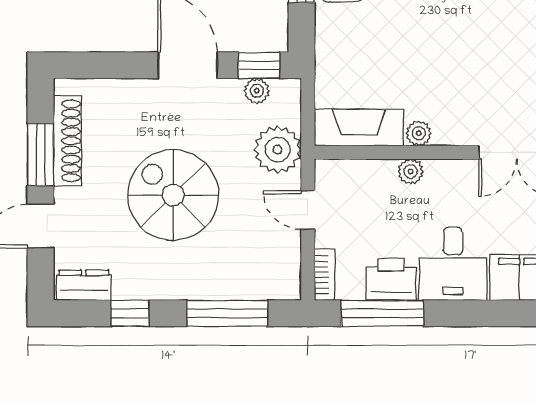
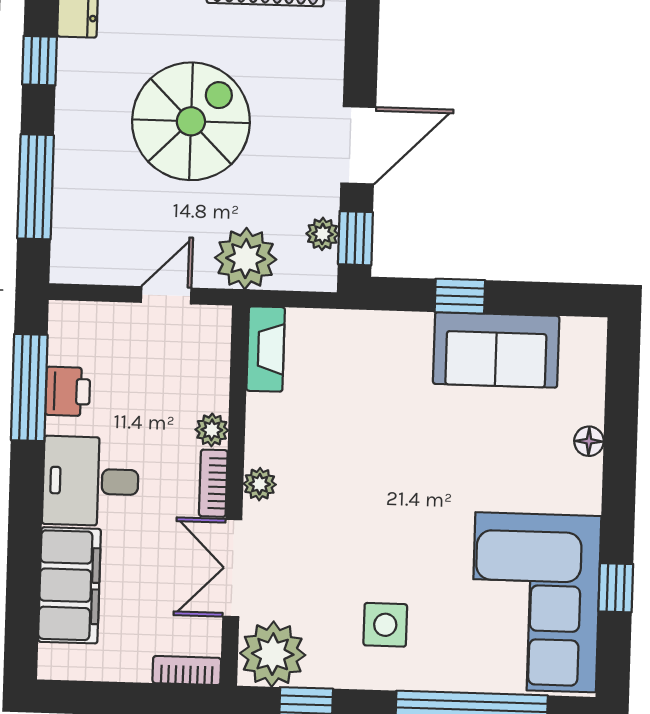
fireplace: (359, 128) -> (266, 349), width x0.73, depth x0.76
plant: (419, 133) -> (260, 484), moved
bookcase: (325, 275) -> (213, 483), moved, turned 90
printer: (391, 279) -> (68, 391), width x0.73, depth x0.81

